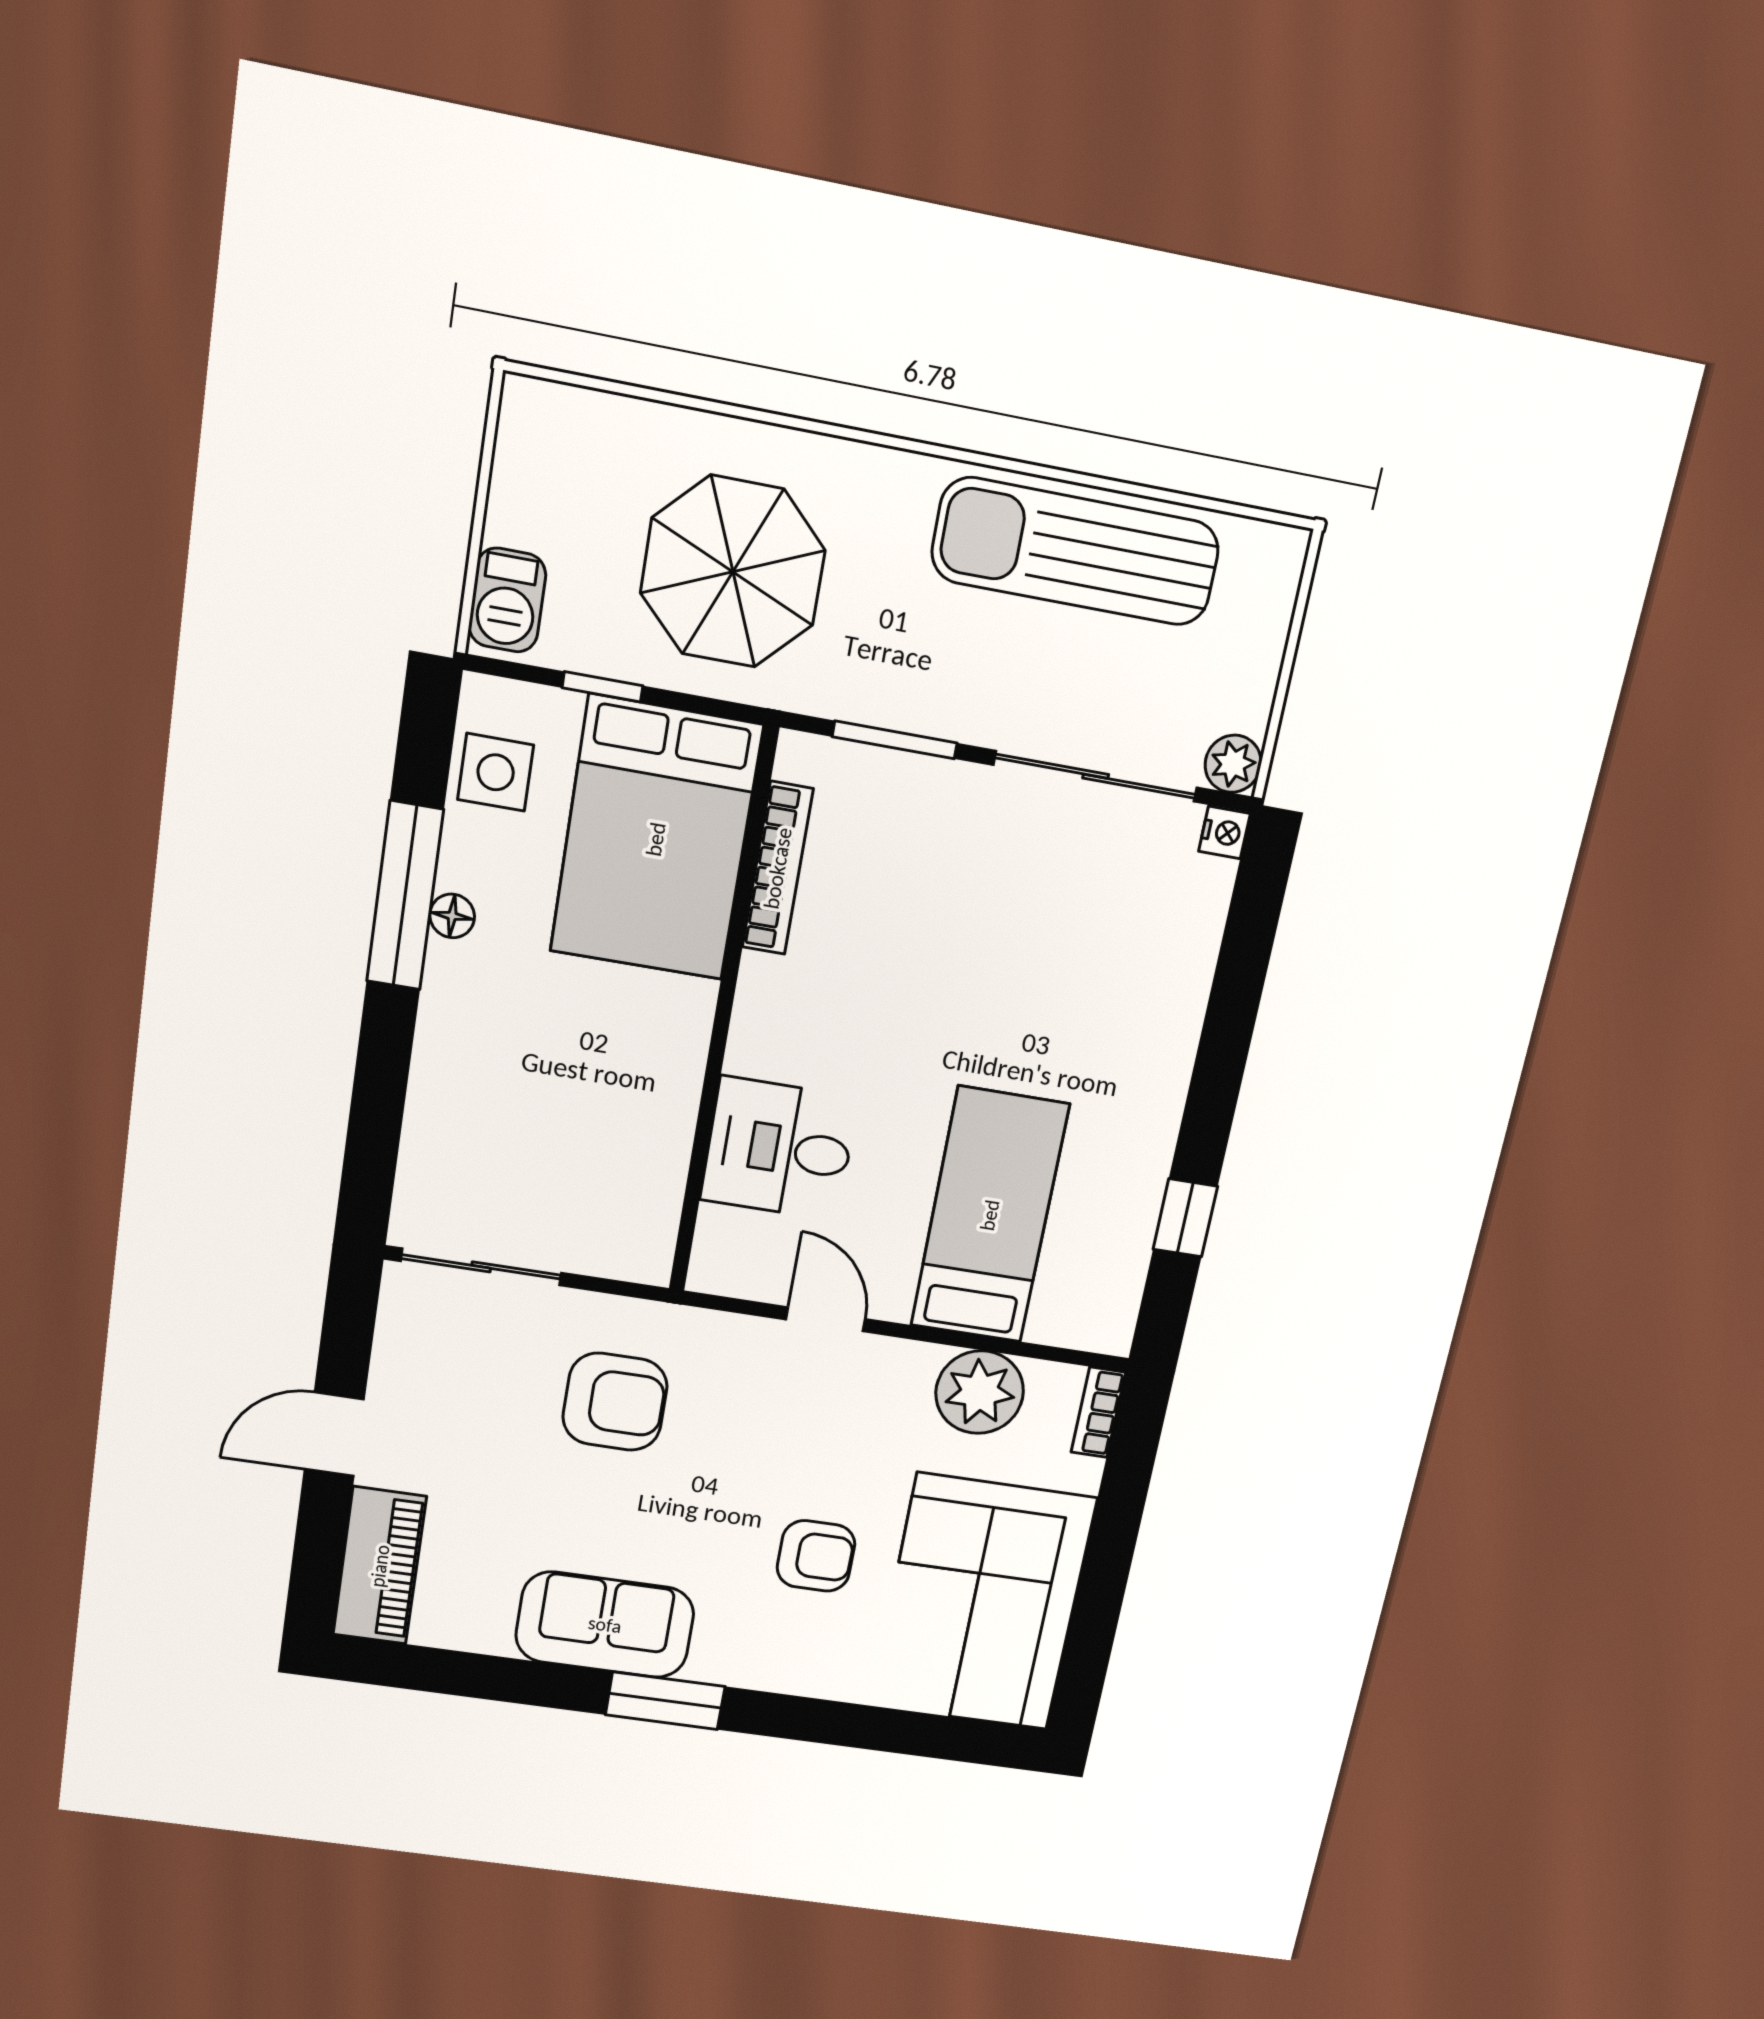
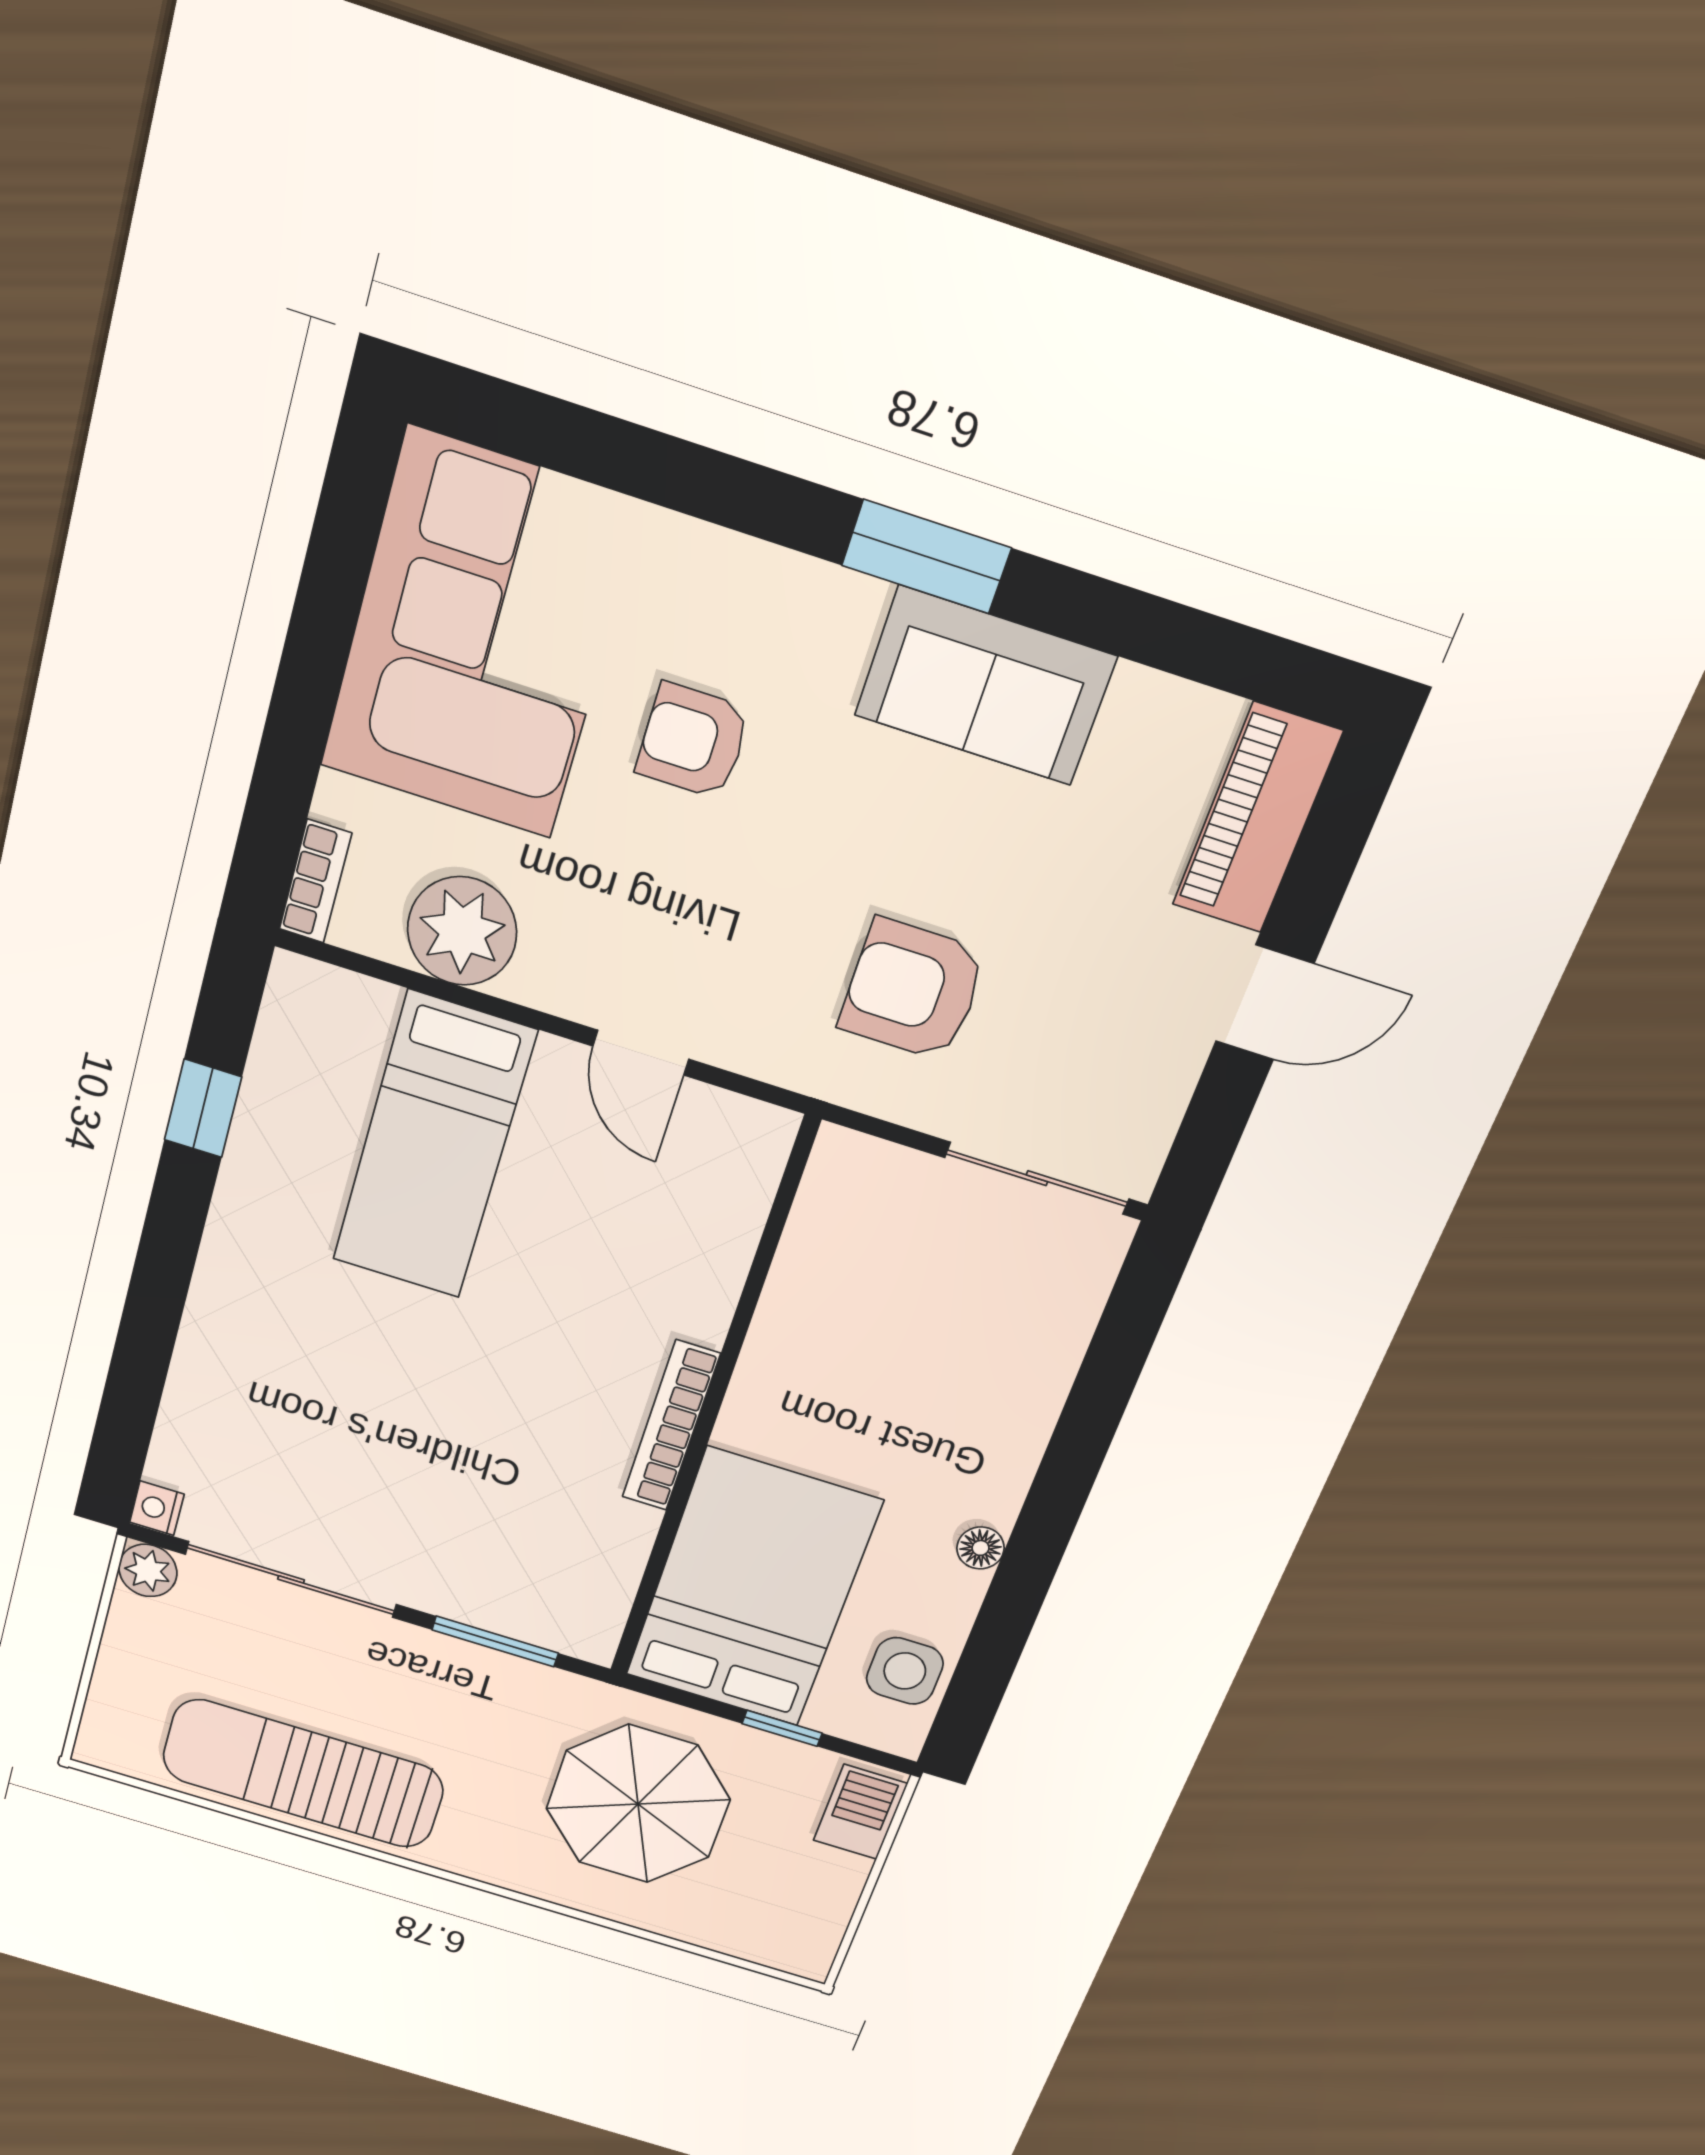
sun lounger: (1076, 552) -> (303, 1774), turned 180
bookcase: (778, 868) -> (671, 1426), moved
window: (405, 896) -> (1025, 1574), removed
desk: (779, 1149) -> (669, 1259), removed

